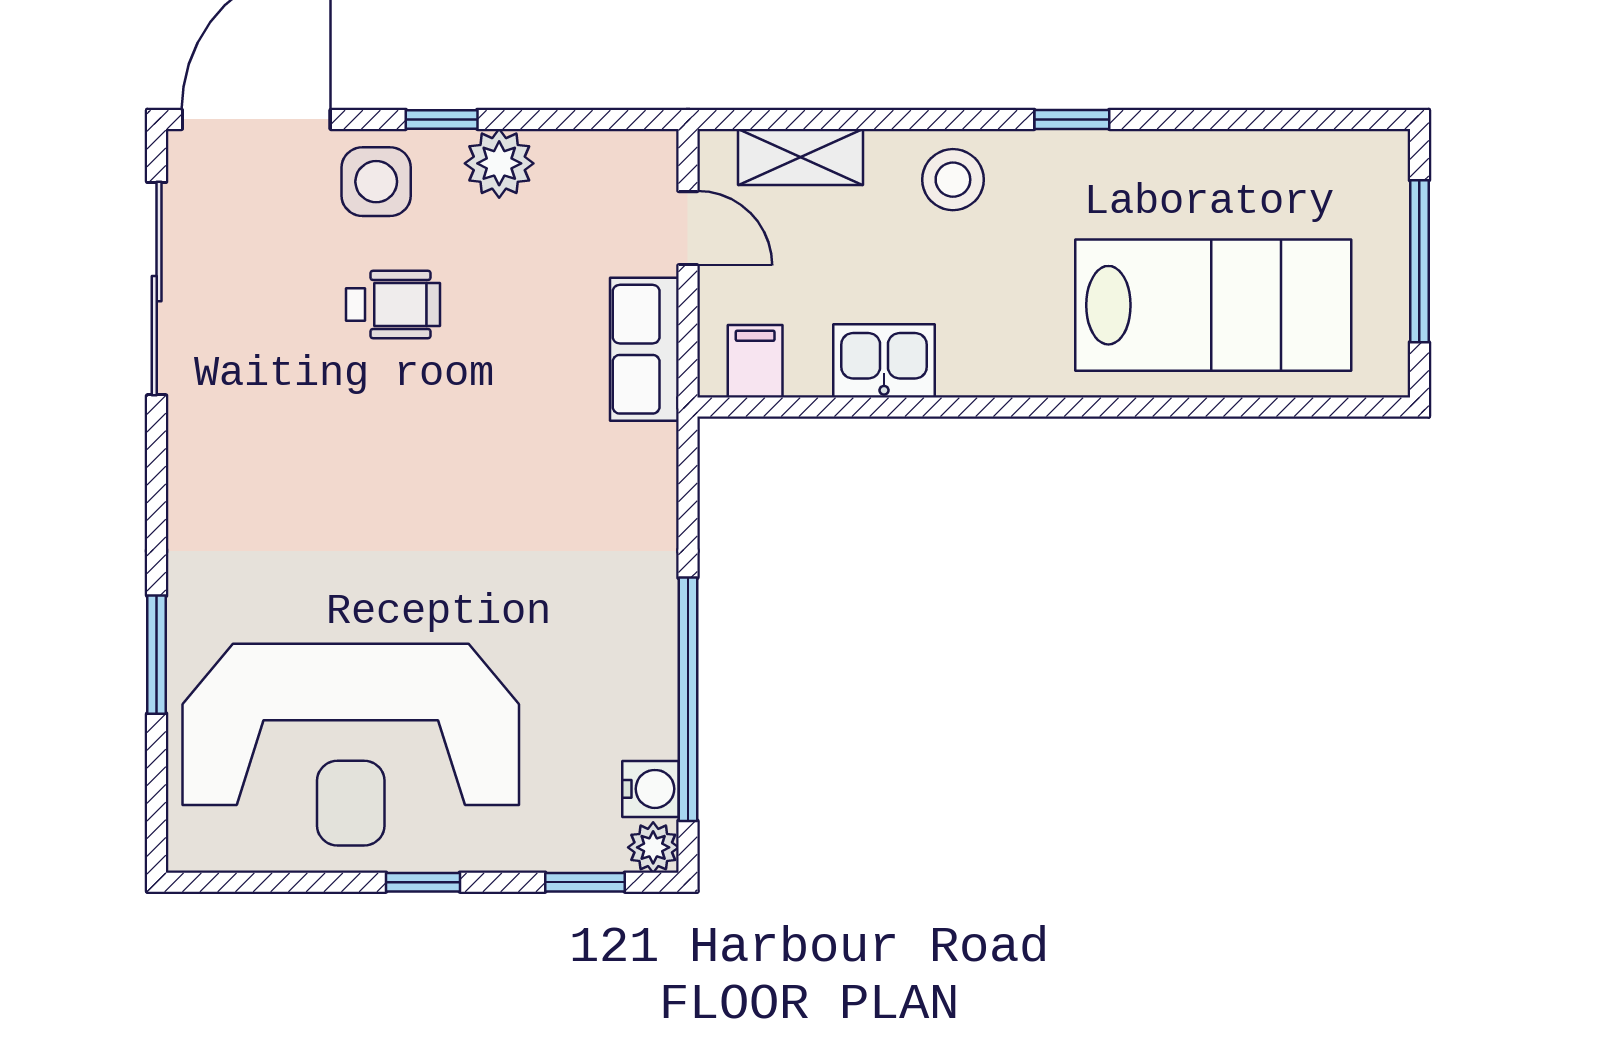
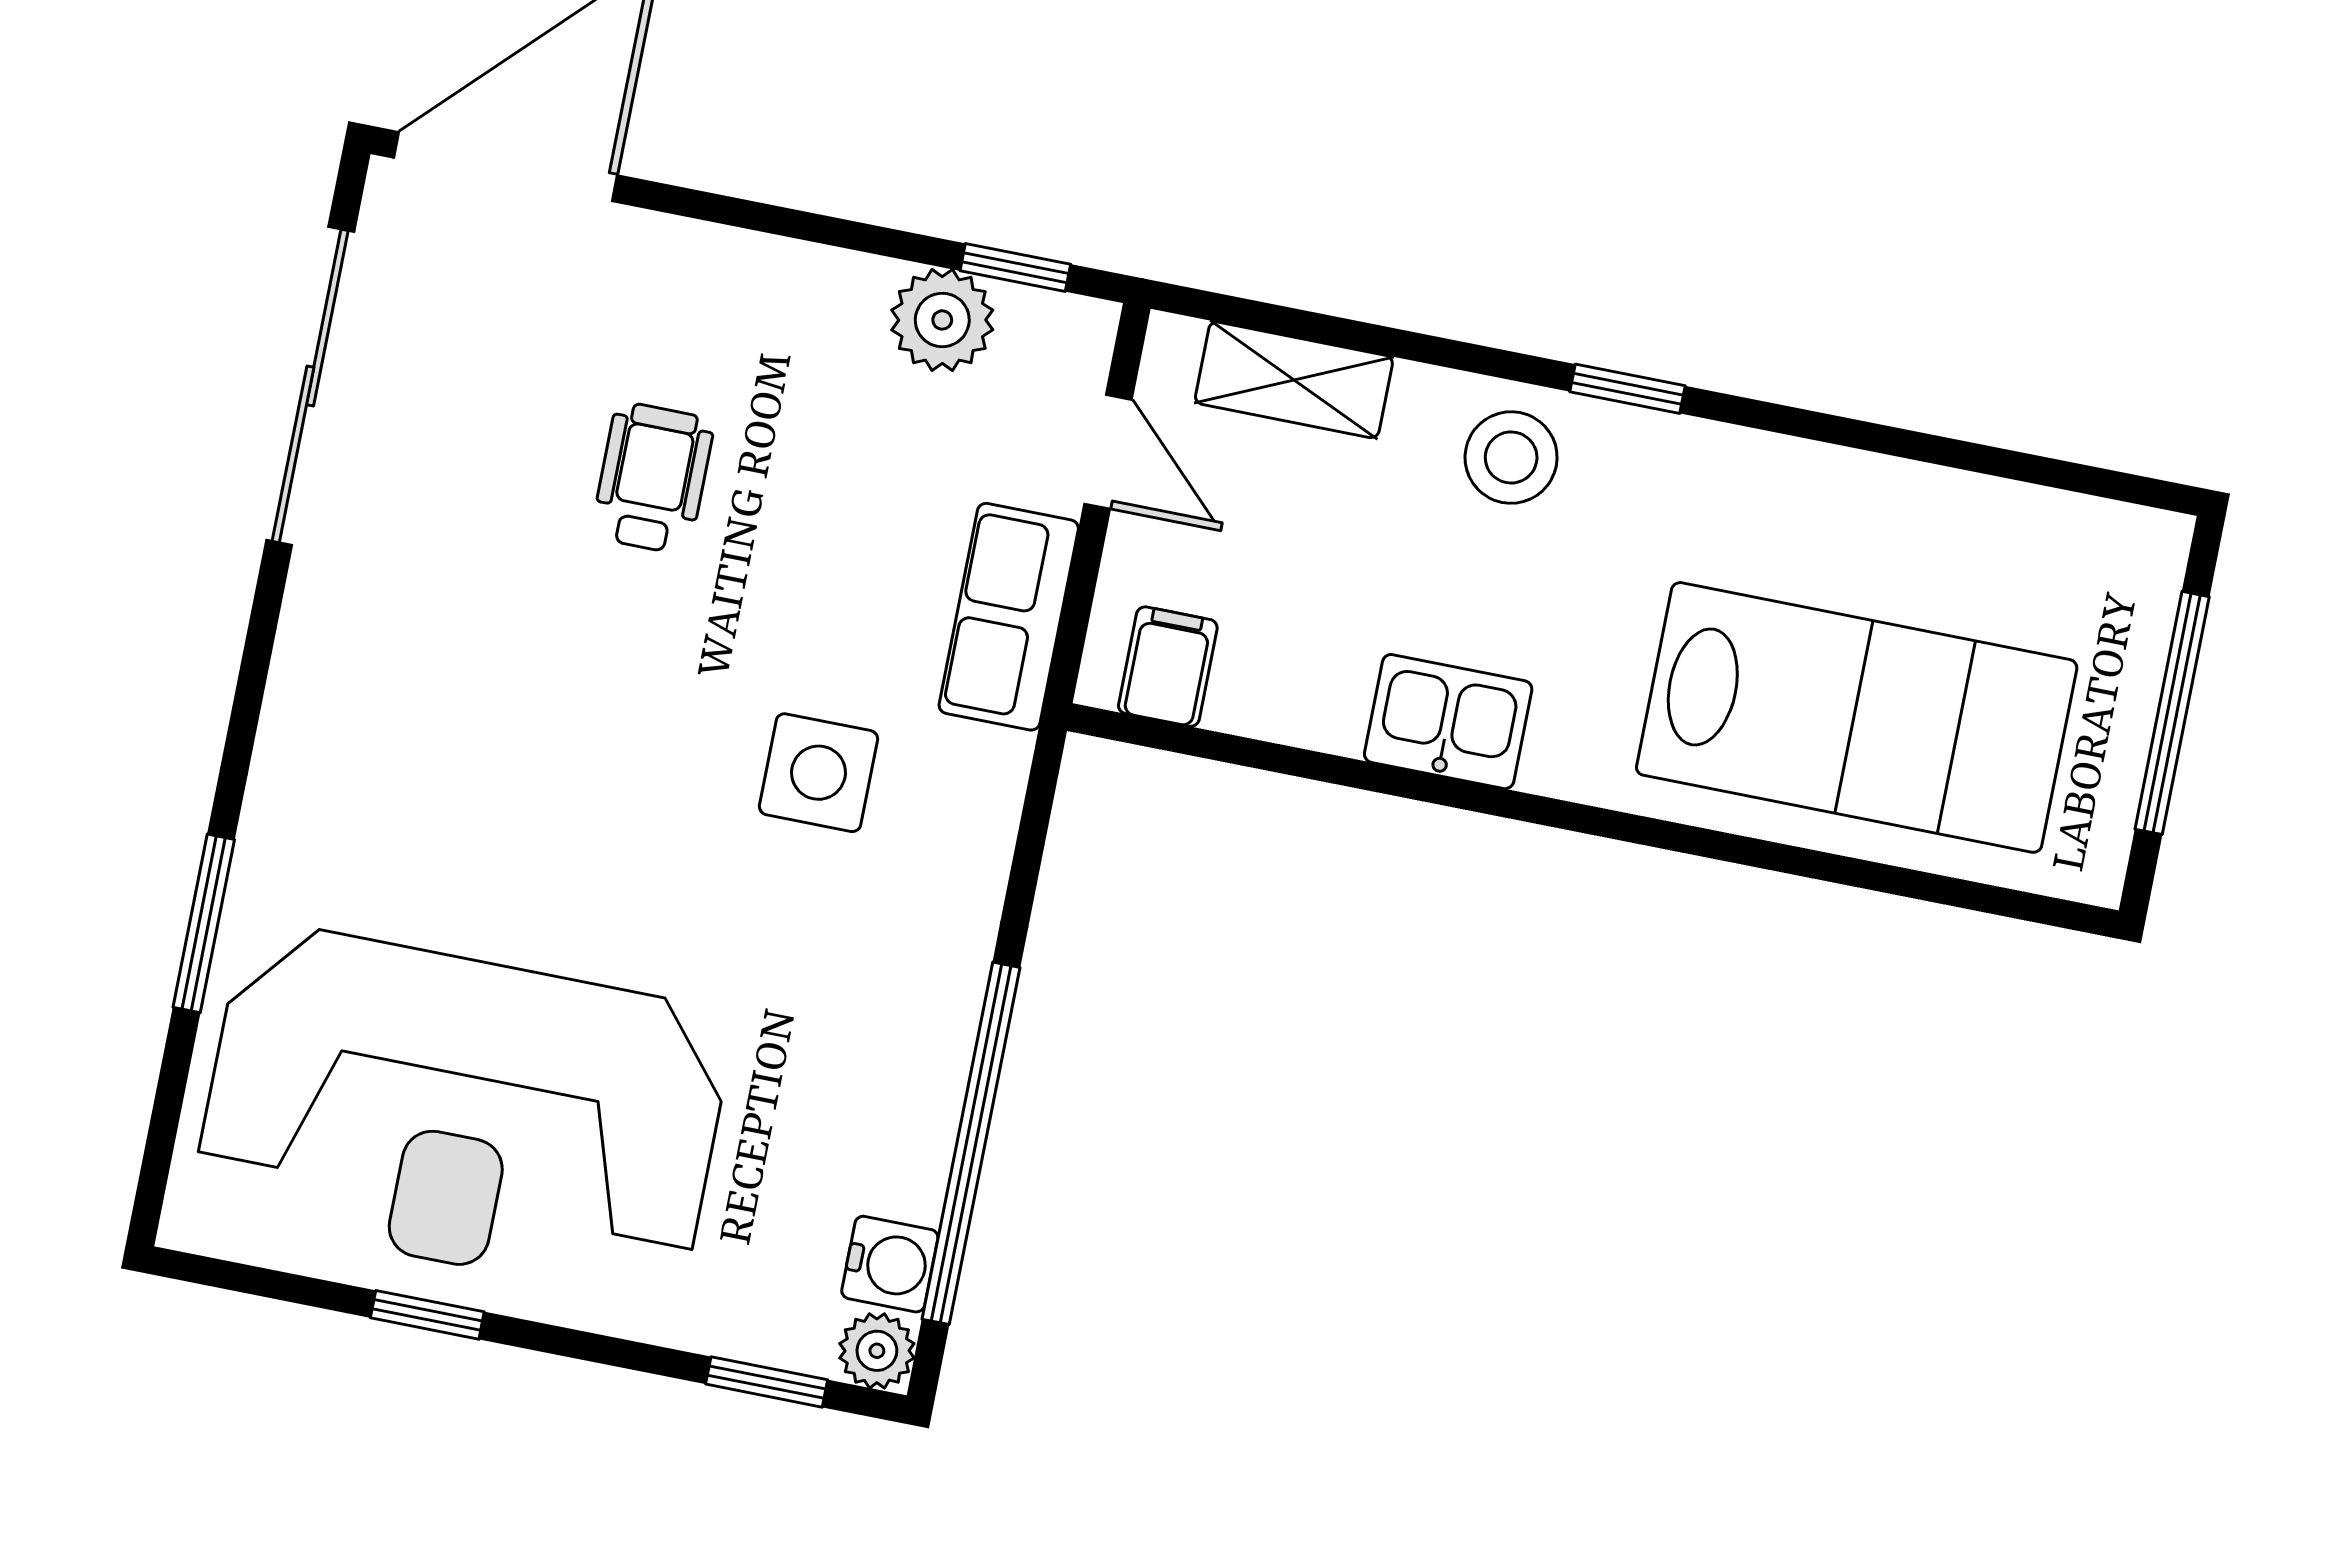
window: (442, 119) -> (1015, 268), moved
window: (1072, 119) -> (1628, 389), moved
plant: (499, 163) -> (942, 320), moved
side table: (376, 182) -> (819, 773), moved
wheelchair: (393, 304) -> (653, 478), turned -90
kitchen sink: (884, 361) -> (1448, 722), moved
window: (423, 882) -> (427, 1315), moved

